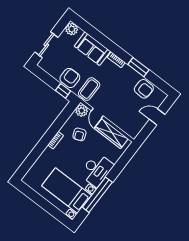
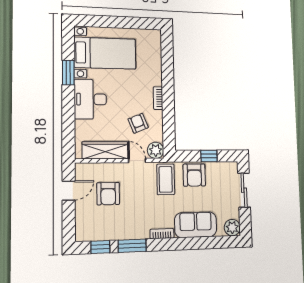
window: (157, 81) -> (100, 247), added
armchair: (144, 89) -> (108, 194), moved, turned -92
window: (63, 91) -> (209, 156), moved
door: (157, 117) -> (69, 191), moved
window: (97, 195) -> (68, 73), width x0.47

